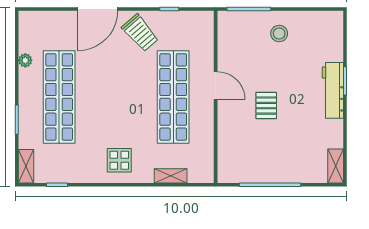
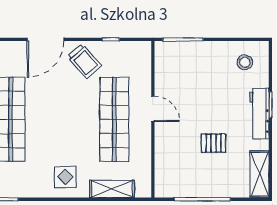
stool: (279, 33) -> (245, 62), moved
pallet: (266, 106) -> (213, 143), moved, turned 90
shelving: (336, 166) -> (260, 174), width x1.50, depth x1.33
shelving: (171, 176) -> (112, 189), width x1.50, depth x1.33

